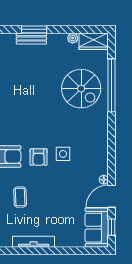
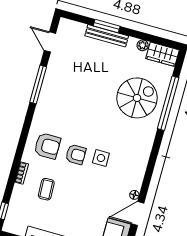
bench: (31, 38) -> (107, 36), width x1.36
spiral stairs: (81, 89) -> (137, 98), turned -90
armchair: (39, 157) -> (76, 154), turned -90

